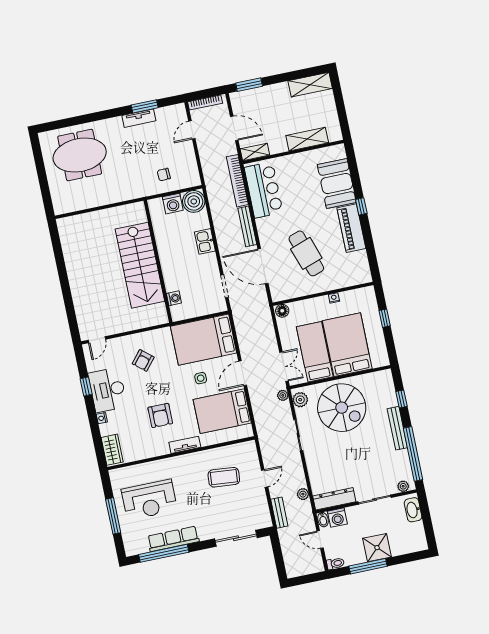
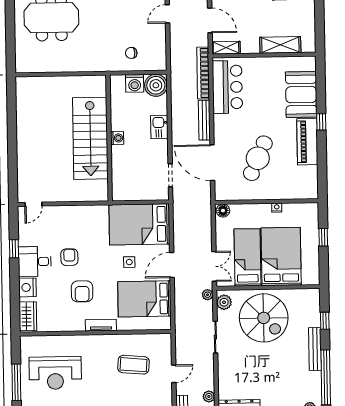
cafe table: (306, 253) -> (258, 158), turned 43
washing machine: (174, 298) -> (117, 138), moved
armchair: (143, 360) -> (69, 257), moved, turned 140
desk: (108, 390) -> (35, 262), width x0.73
nightstand: (102, 418) -> (27, 287), width x1.89, depth x1.79

